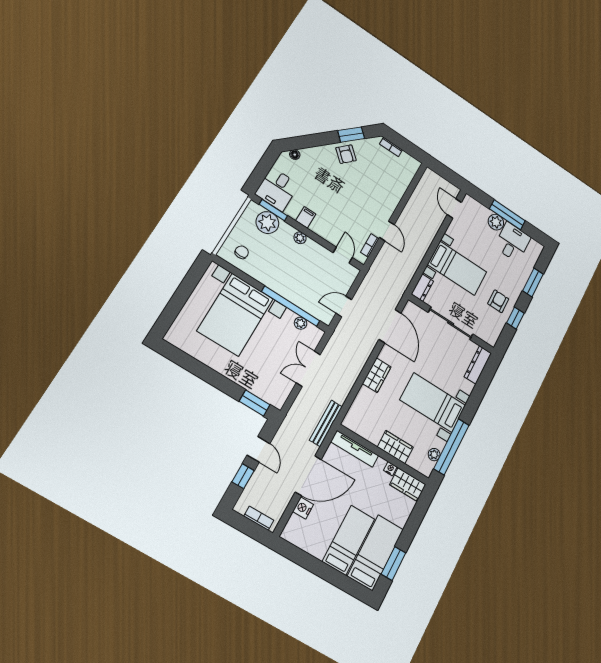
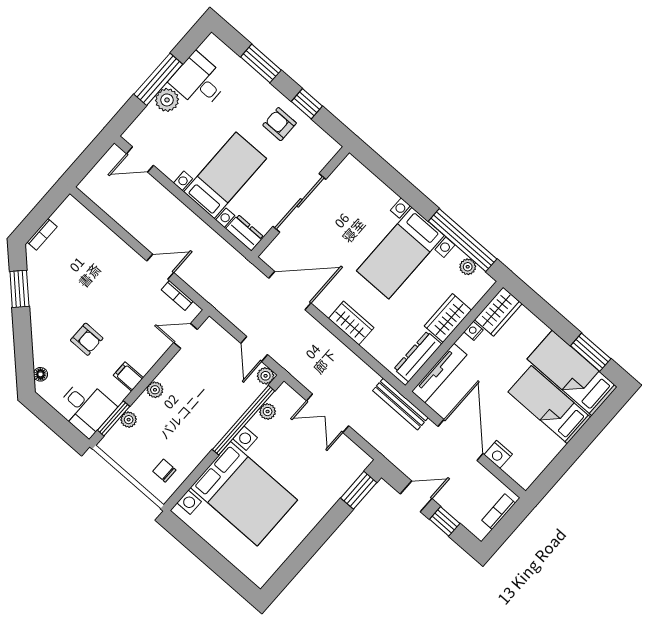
armchair: (346, 154) -> (87, 339), moved, turned 46
plant: (267, 223) -> (129, 420), width x0.53, depth x0.53
plant: (326, 318) -> (266, 376), added
dresser: (478, 365) -> (418, 356), moved, turned 90

